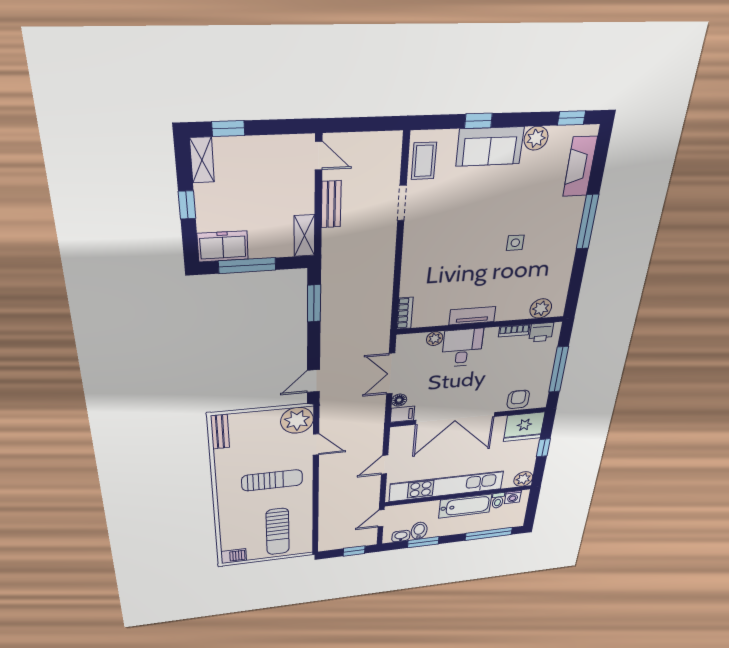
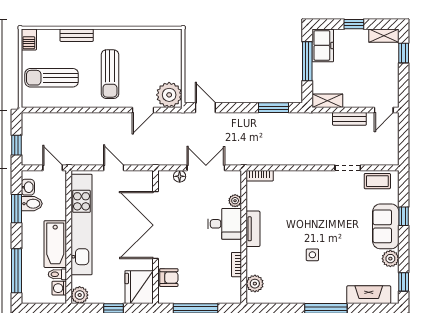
printer: (541, 332) -> (233, 287), removed
filing cabinet: (402, 414) -> (165, 180), removed
bench: (220, 432) -> (77, 35), moved

